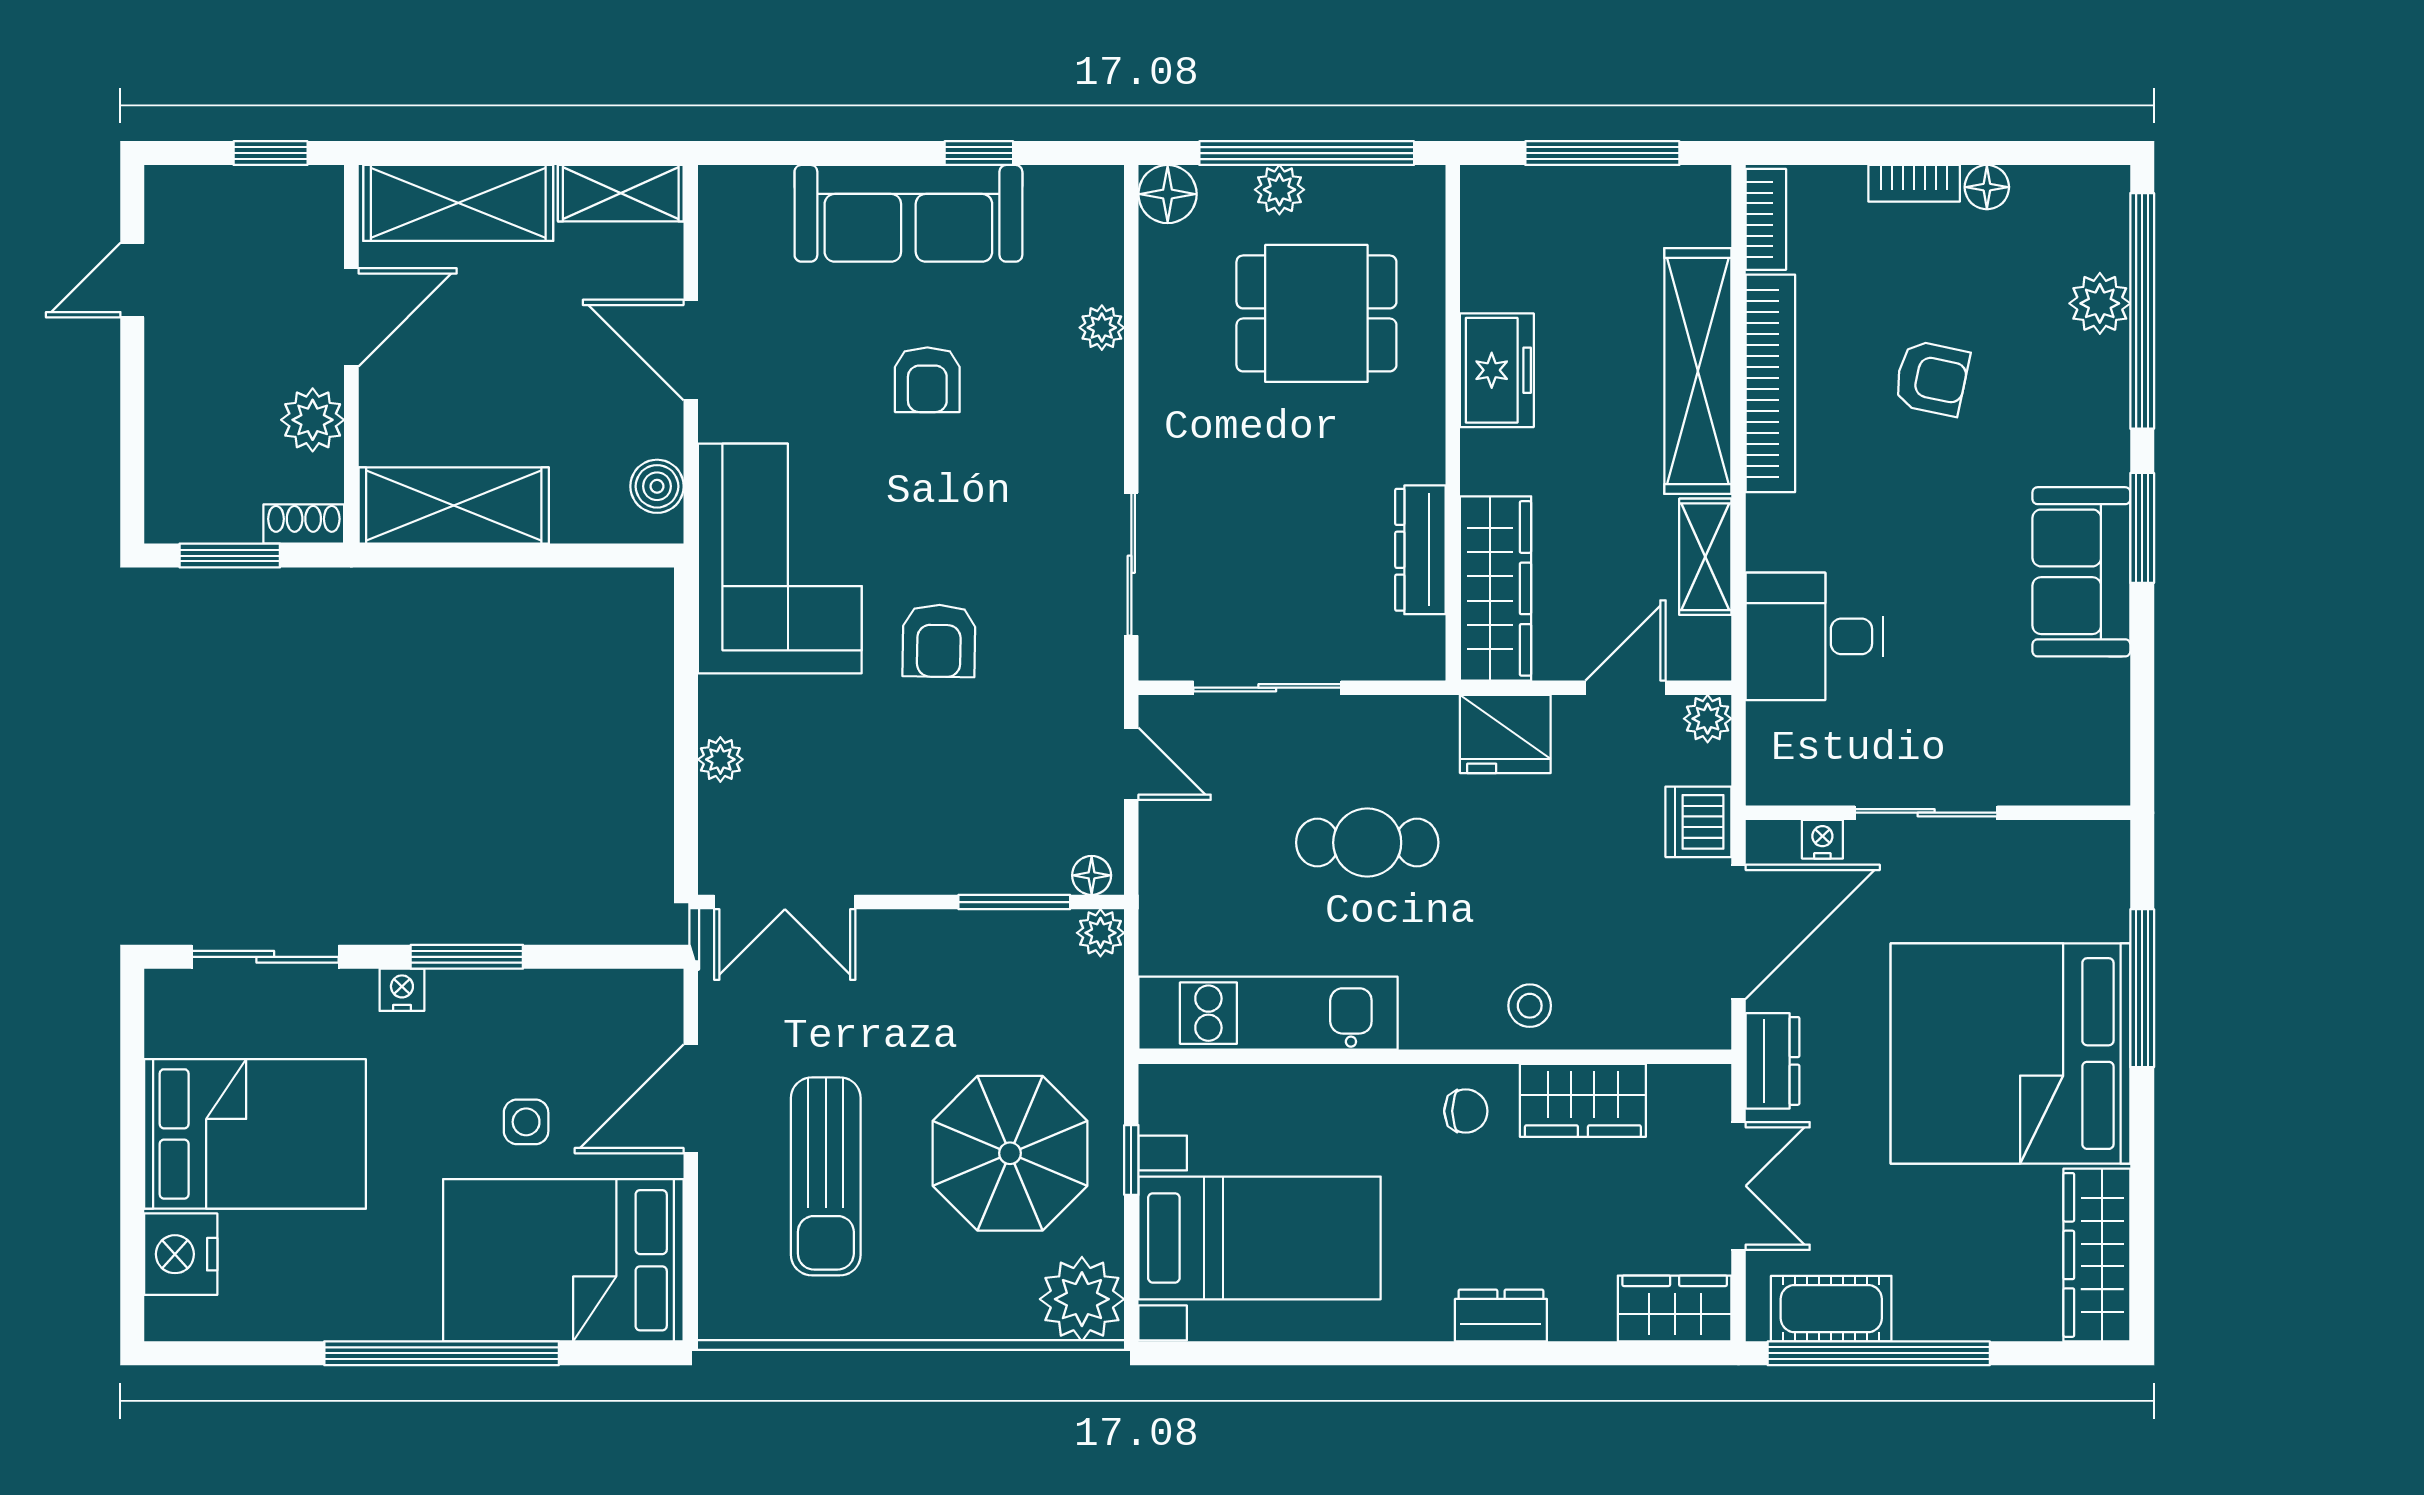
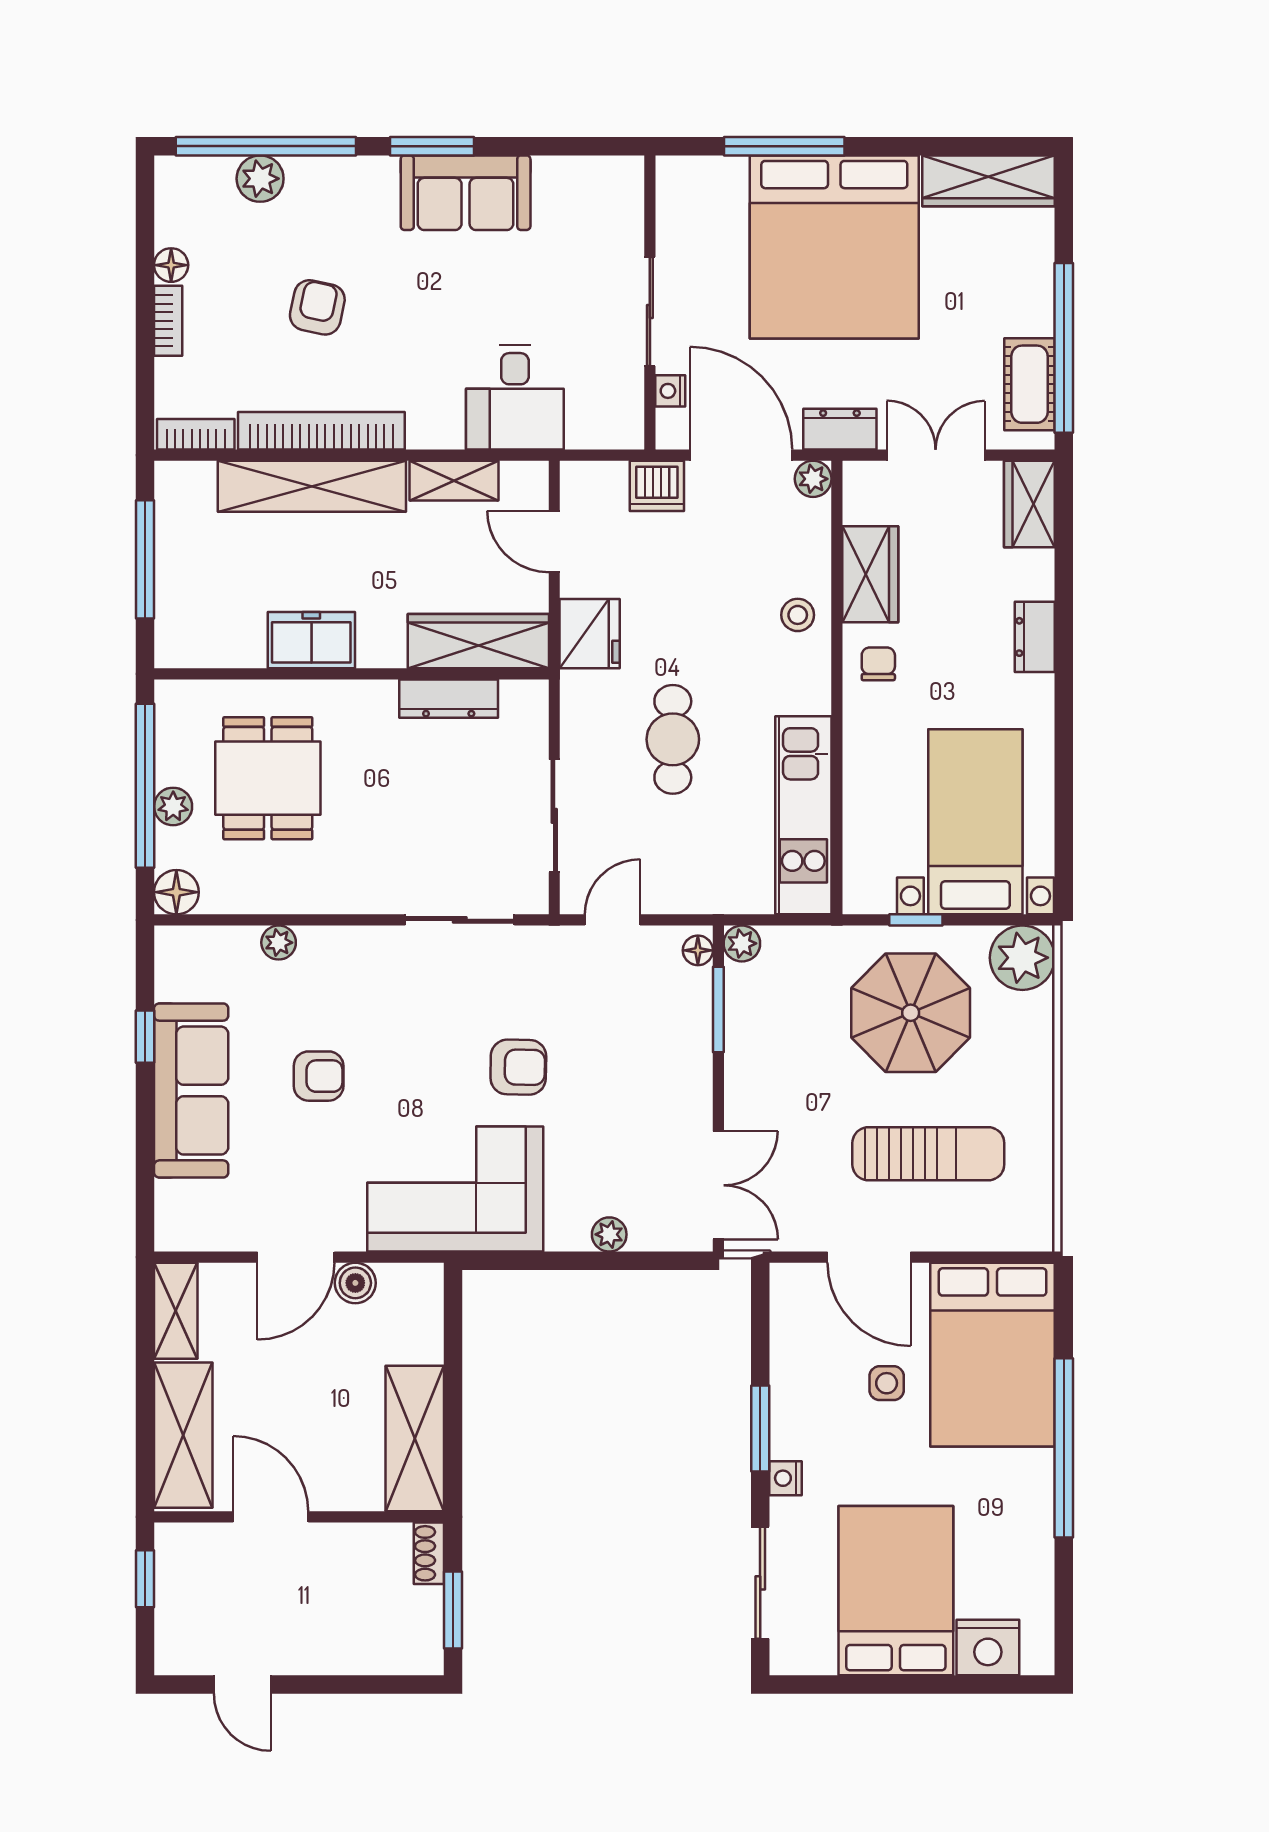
plant: (313, 420) -> (349, 1547), removed
boiler: (657, 486) -> (355, 1283), moved
plant: (1708, 719) -> (813, 479), moved

